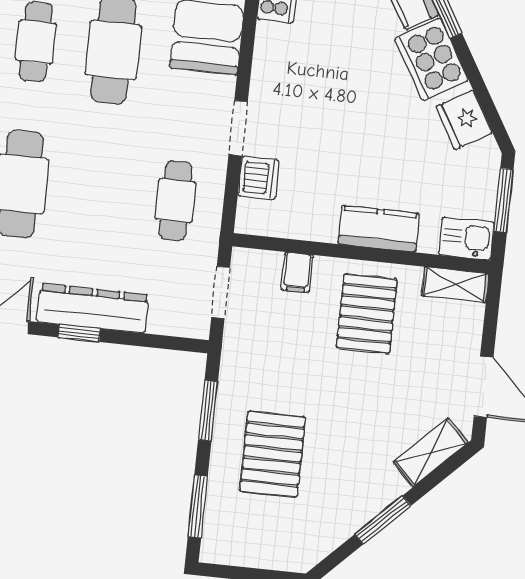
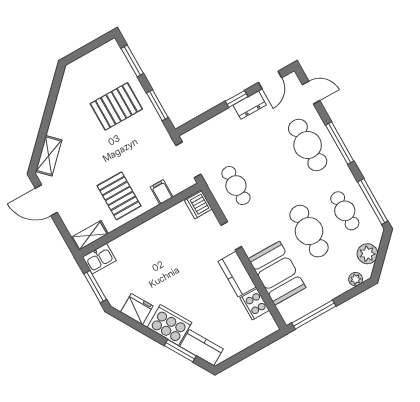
dishwasher: (258, 178) -> (198, 205), moved
kitchen counter: (379, 229) -> (237, 274), moved, turned 90
doorway: (221, 292) -> (188, 160), width x1.38
dresser: (93, 308) -> (250, 105), width x0.51, depth x0.80
pallet: (272, 454) -> (116, 106), turned 90
window: (383, 520) -> (48, 112), removed

